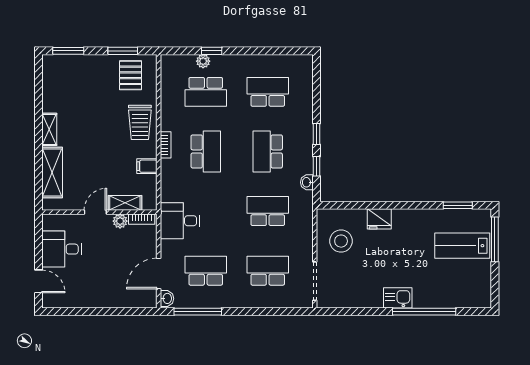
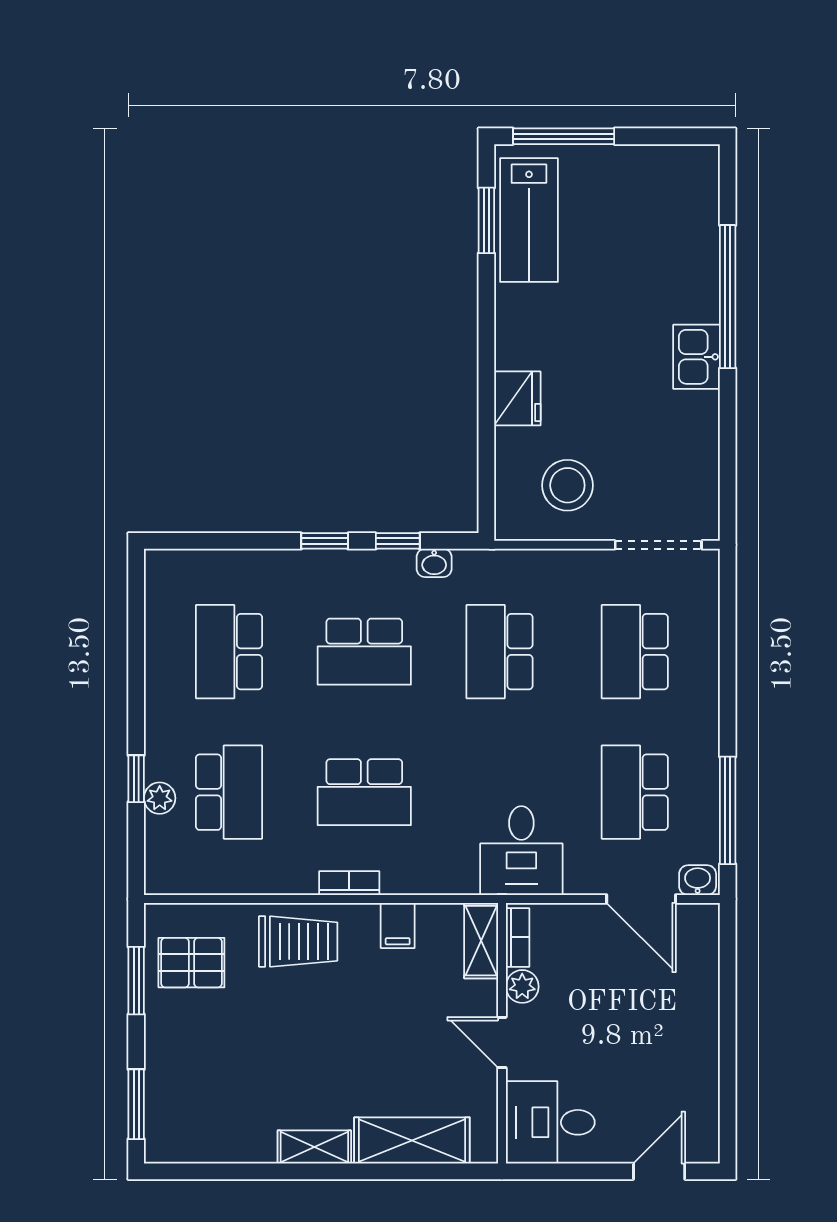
school desk: (206, 151) -> (364, 792), turned 180
shelving: (125, 203) -> (481, 941), moved
lab bench: (462, 246) -> (529, 220), moved
desk: (62, 249) -> (550, 1122), moved, turned 90

